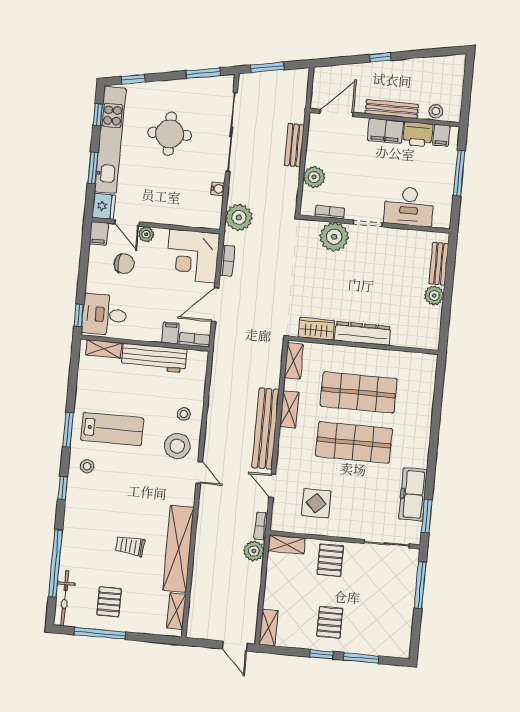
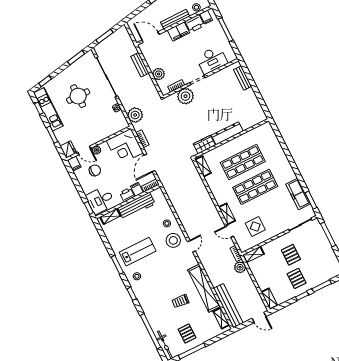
door: (337, 113) -> (150, 37), hinge flipped
kitchen unit: (110, 140) -> (48, 109), width x0.73
plant: (434, 295) -> (250, 94), removed
printer: (150, 332) -> (127, 195), added
shelving: (289, 409) -> (227, 214), moved
bench: (266, 429) -> (228, 306), moved
door: (199, 472) -> (191, 246), hinge flipped
pallet: (330, 560) -> (291, 255), moved

